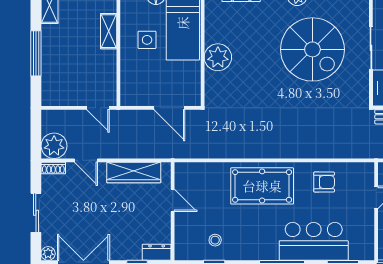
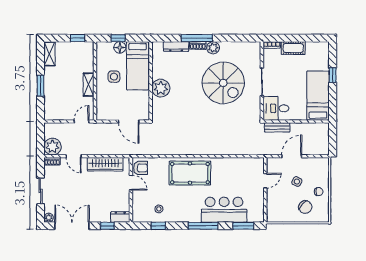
shelving: (109, 31) -> (89, 85), moved
window: (36, 53) -> (41, 86), width x0.69
door: (98, 108) -> (82, 121), swing flipped
armchair: (324, 182) -> (141, 168), moved

